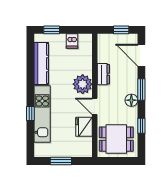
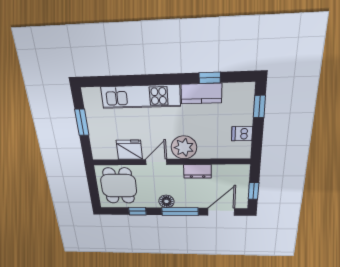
kitchen counter: (41, 63) -> (201, 94), width x0.67
window: (141, 89) -> (180, 212), width x1.44
window: (30, 114) -> (210, 78), moved

